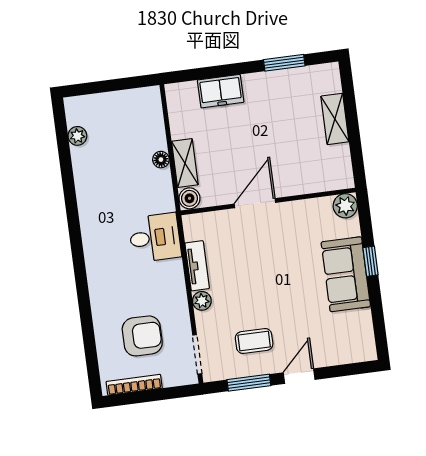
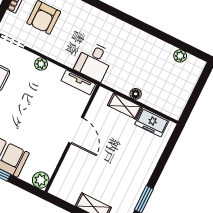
freezer: (221, 91) -> (152, 122), moved, turned -90
boiler: (189, 198) -> (103, 95), removed
tv unit: (197, 266) -> (78, 82), moved

